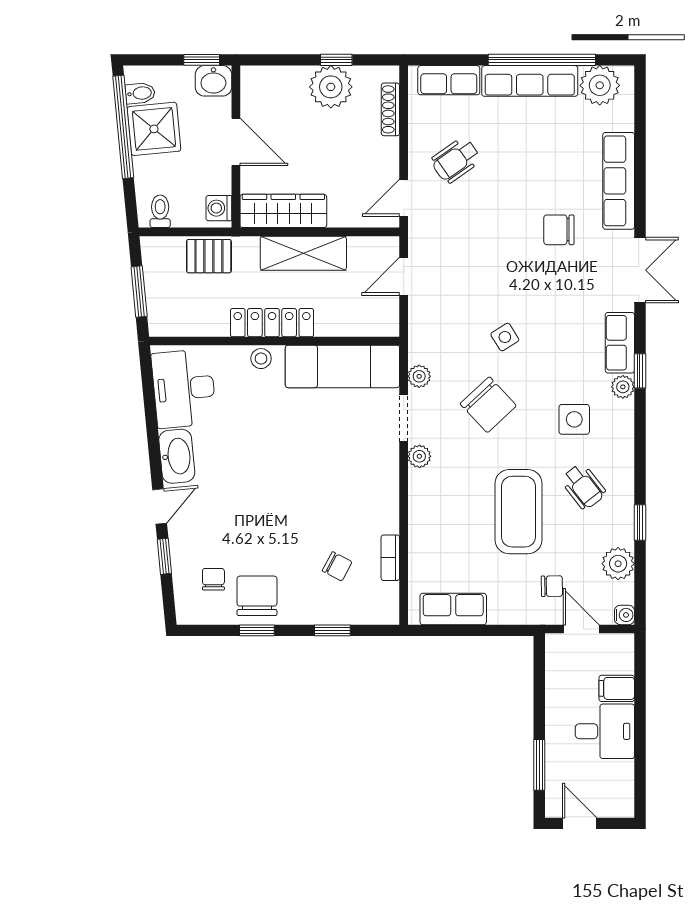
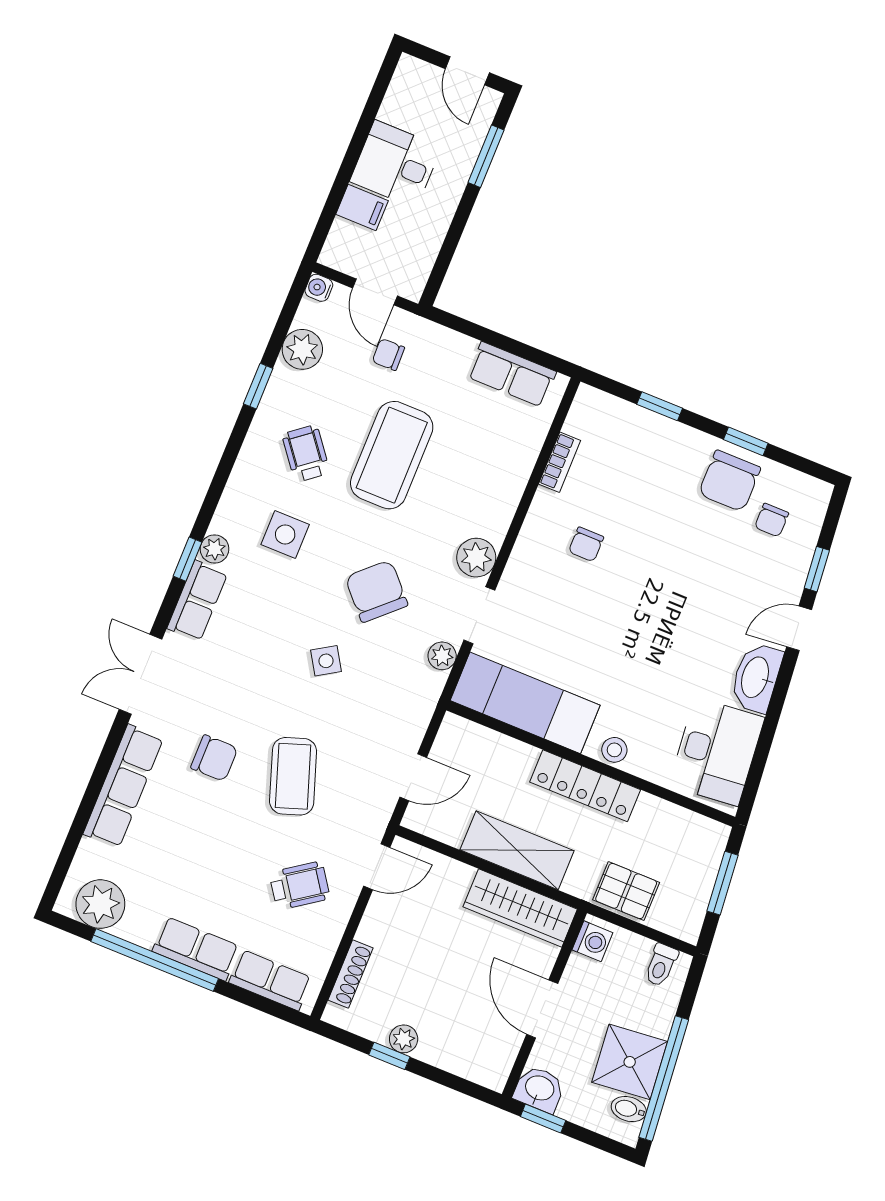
row of seats: (530, 81) -> (196, 949), width x0.68
plant: (331, 87) -> (404, 1039), width x0.53, depth x0.53
coffee table: (494, 240) -> (293, 776), added
plant: (419, 456) -> (476, 558), width x1.38, depth x1.38
chair: (337, 566) -> (586, 544), moved, turned -118

